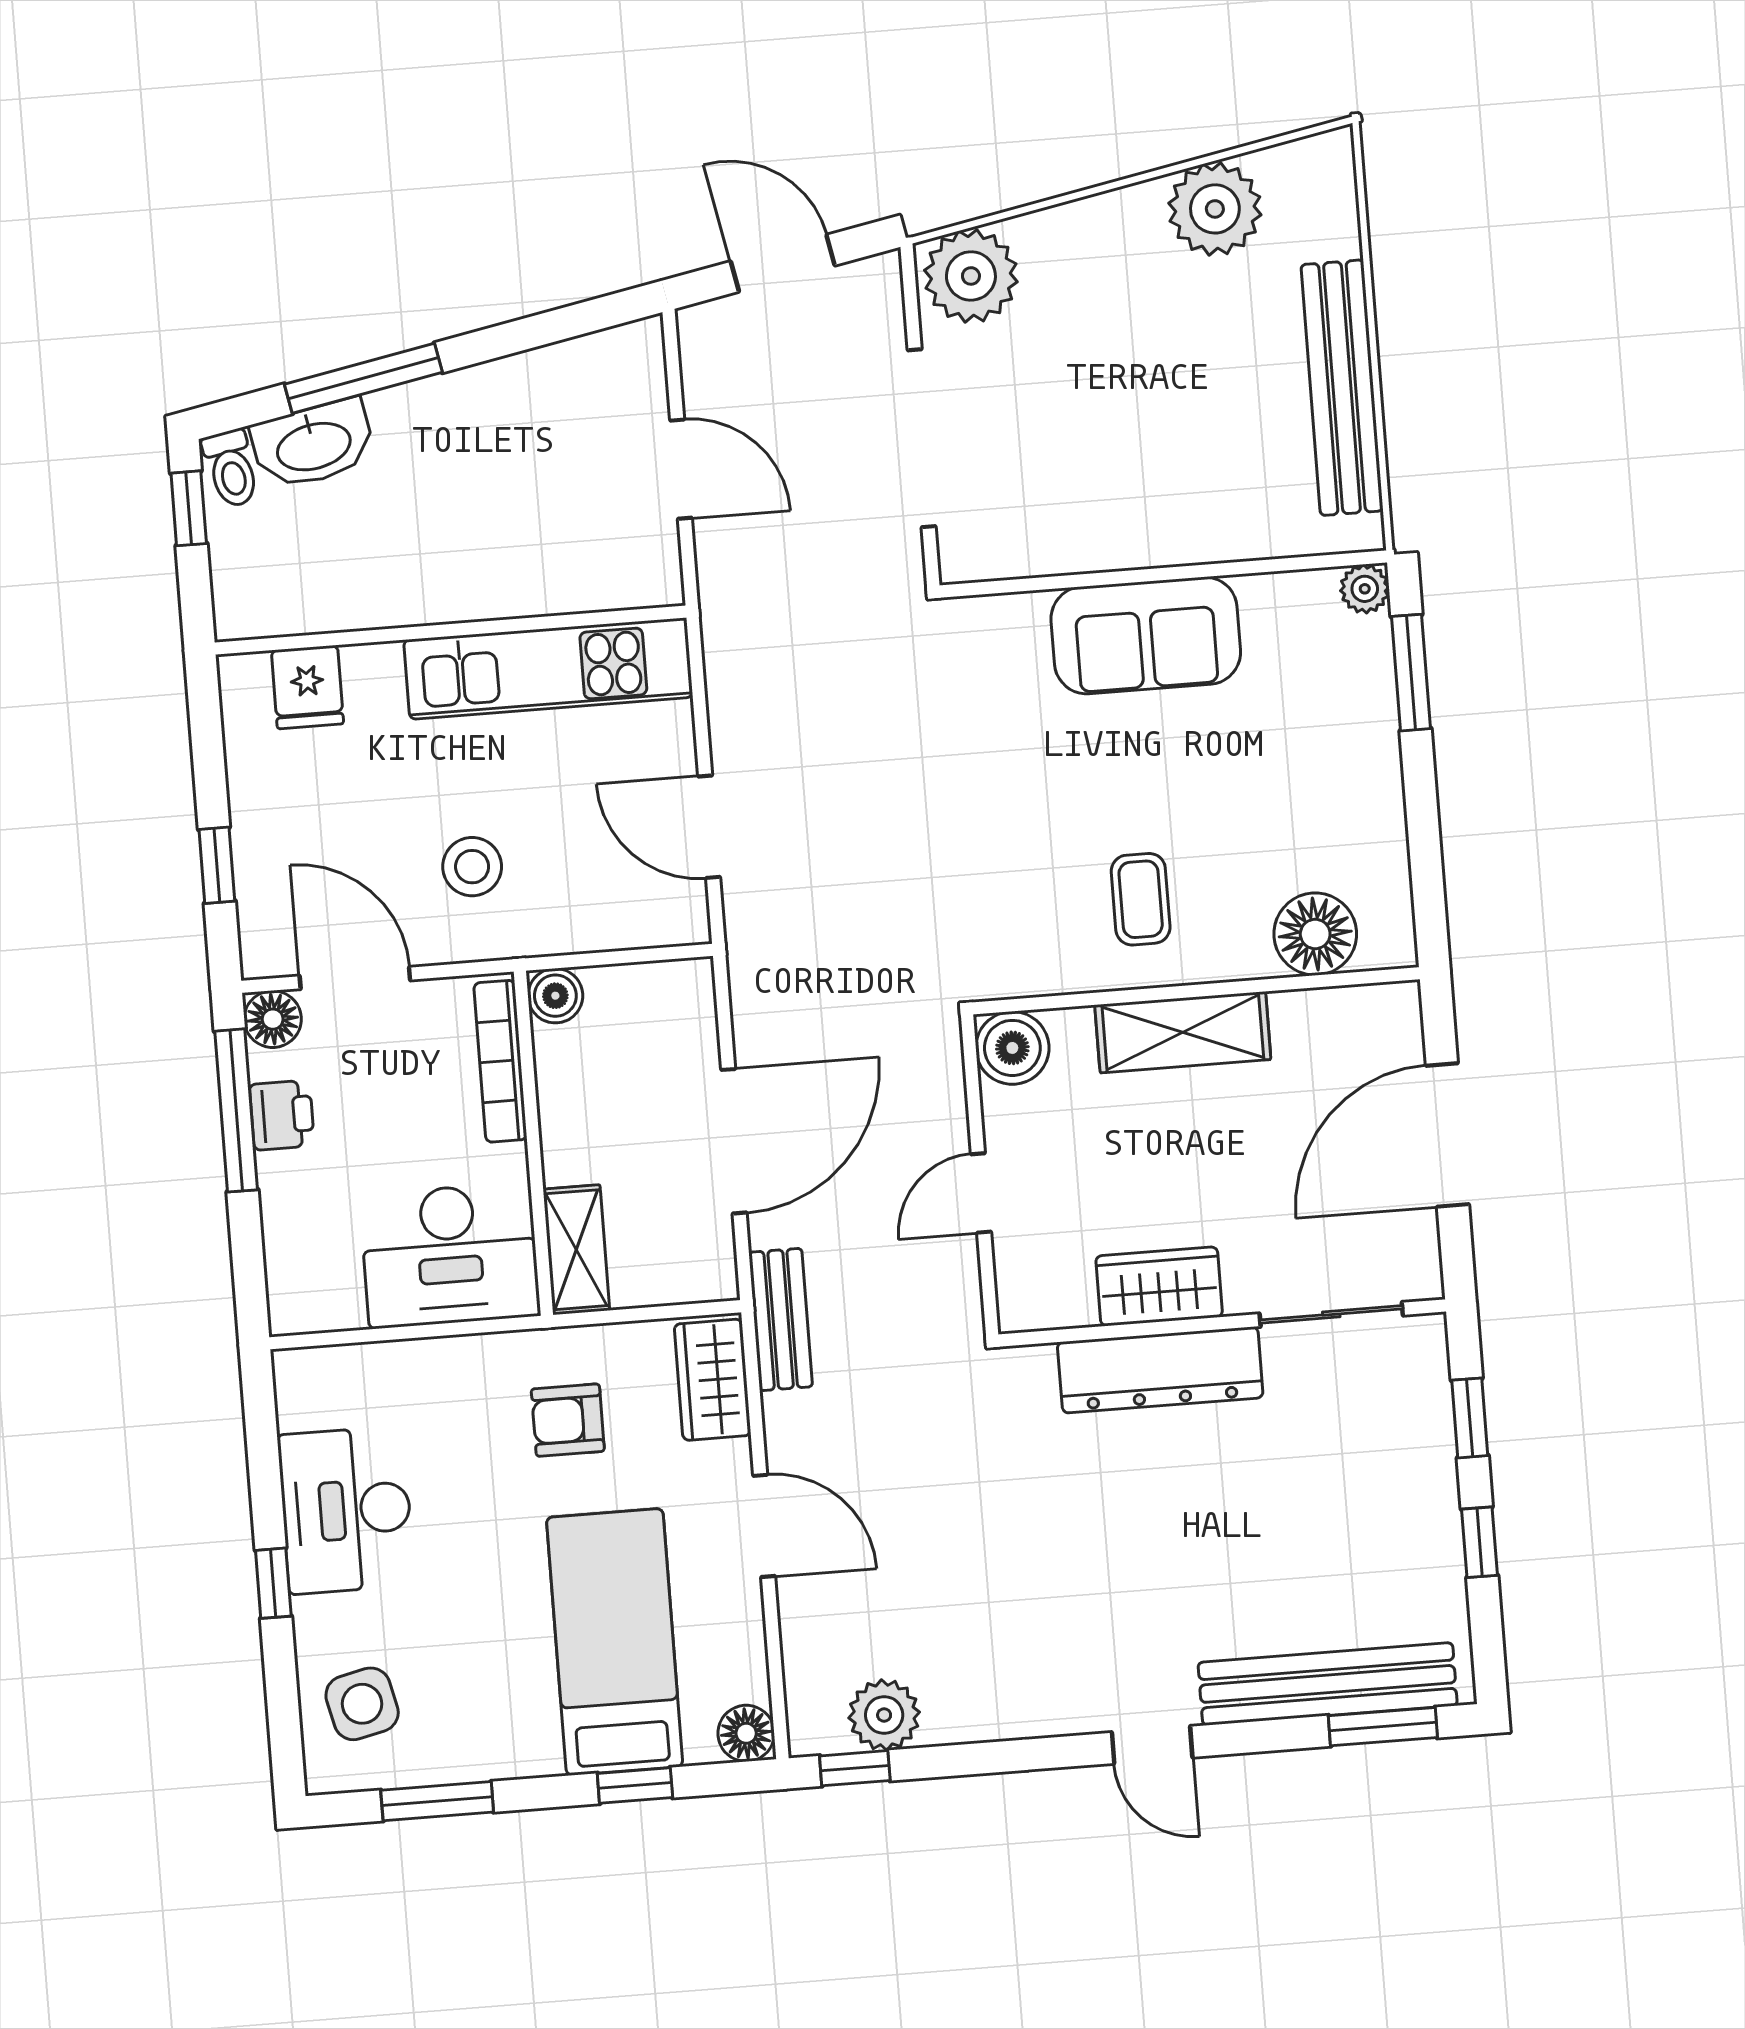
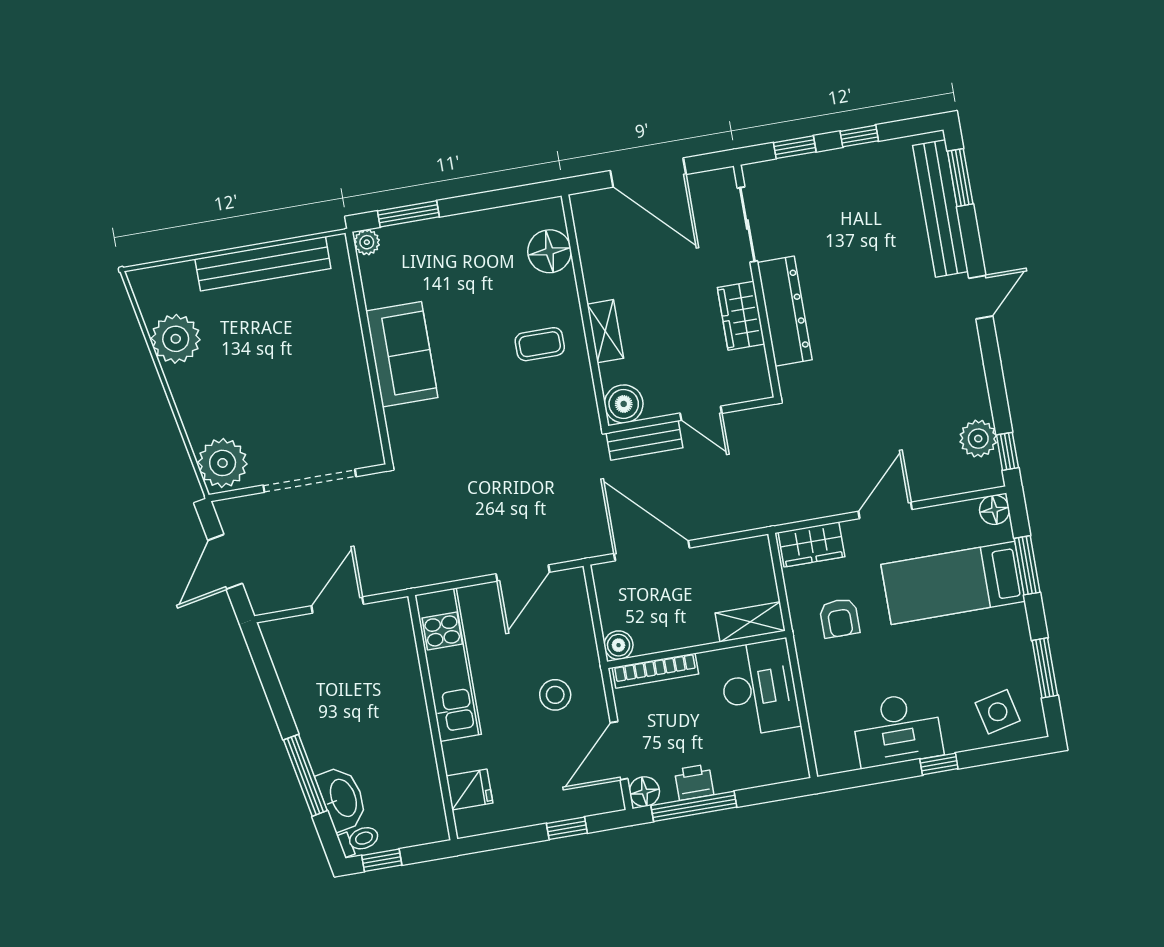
shelving: (1183, 1032) -> (605, 331), width x0.67, depth x0.75
door: (734, 1141) -> (652, 551), moved
bench: (781, 1319) -> (645, 440), moved
window: (635, 1786) -> (1027, 565), width x1.50

